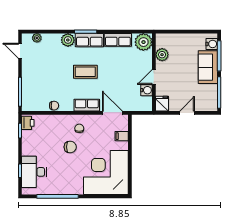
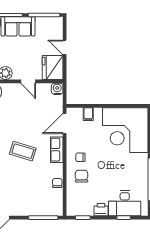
coffee table: (85, 72) -> (23, 151), turned -73
water cooler: (147, 90) -> (57, 89), moved
fridge: (162, 104) -> (53, 67), width x1.88, depth x1.34
printer: (28, 123) -> (101, 210), moved
chair: (70, 147) -> (82, 176), moved

